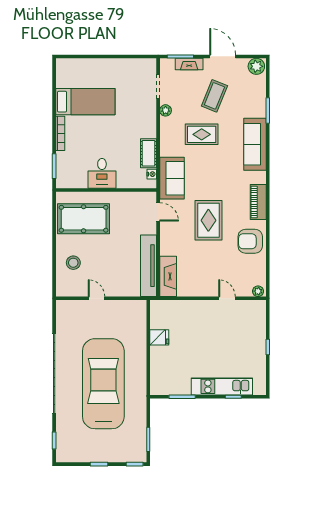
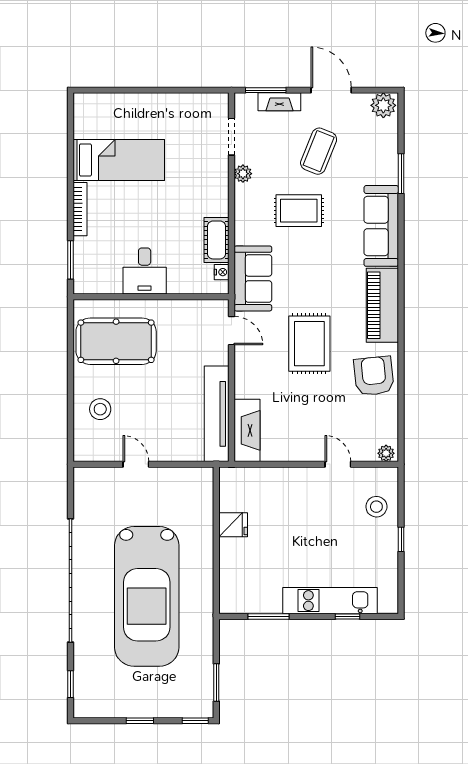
piano: (258, 202) -> (382, 305), width x1.37, depth x1.33
armchair: (250, 241) -> (374, 376), turned 84
stool: (252, 326) -> (376, 507), added
car: (103, 384) -> (147, 596), turned 180

